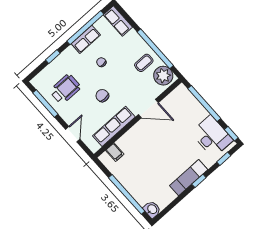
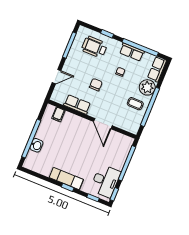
plant: (163, 76) -> (147, 87), moved
wheelchair: (65, 89) -> (94, 47), moved, turned 180
row of seats: (114, 126) -> (77, 104), width x0.68
washbasin: (152, 209) -> (36, 145), moved

